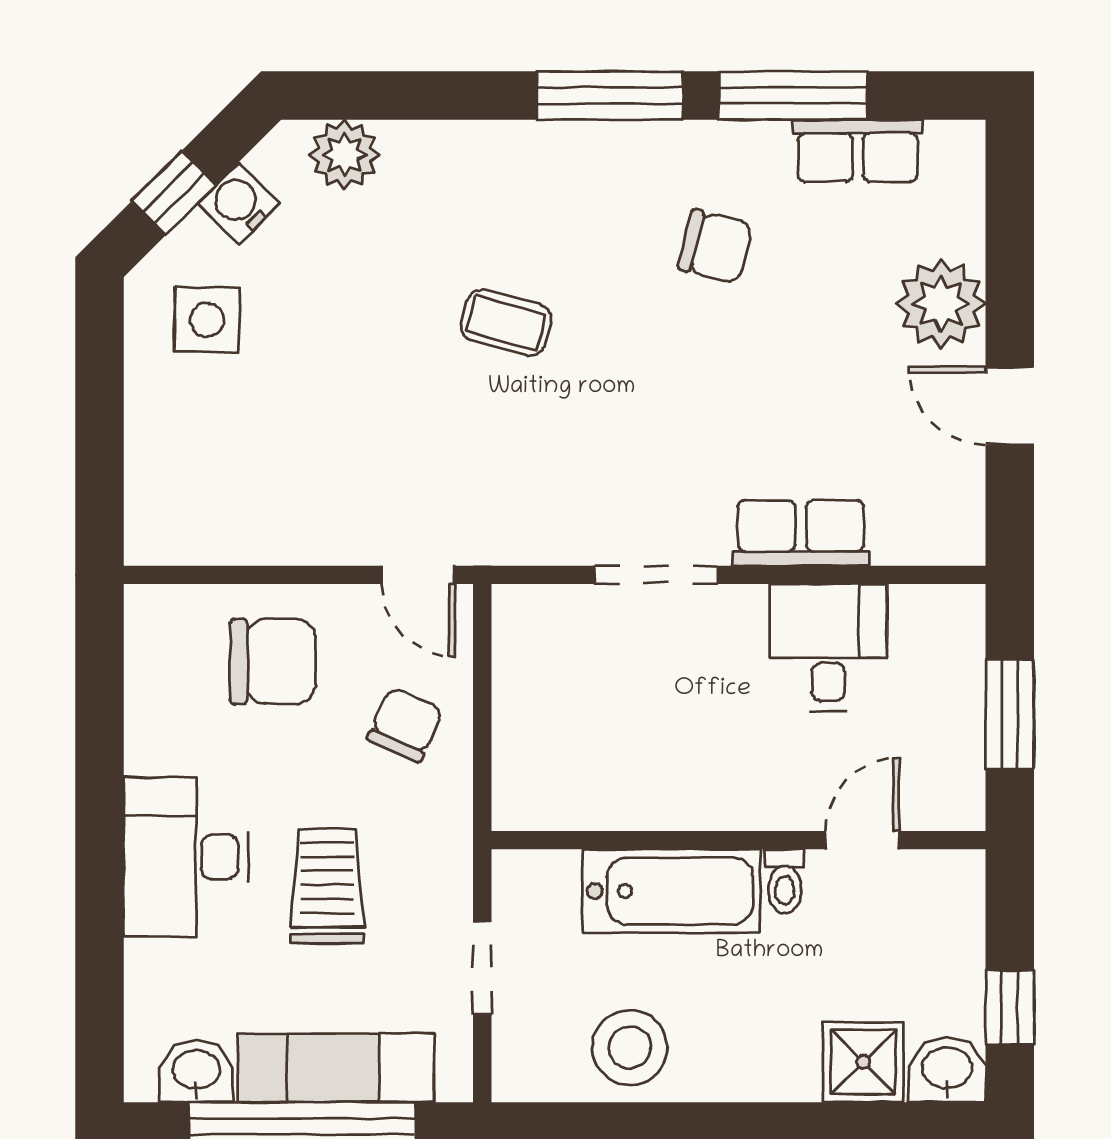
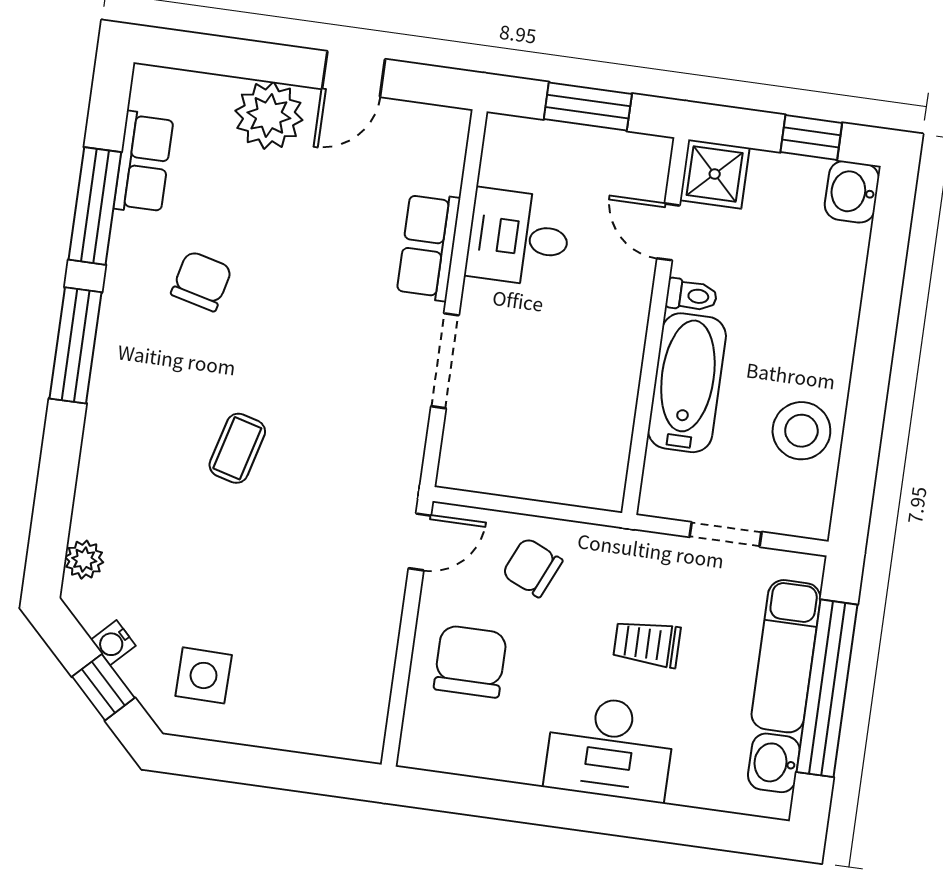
plant: (345, 155) -> (84, 560), width x0.73, depth x0.73
water cooler: (239, 203) -> (113, 643), width x0.72, depth x0.72
trolley: (327, 886) -> (647, 644), width x0.73, depth x0.72
shower: (863, 1062) -> (715, 174), moved

